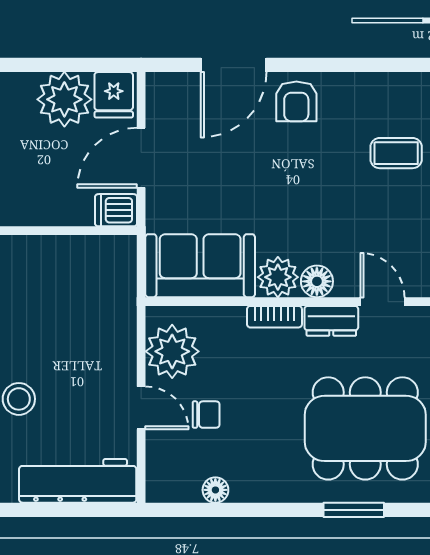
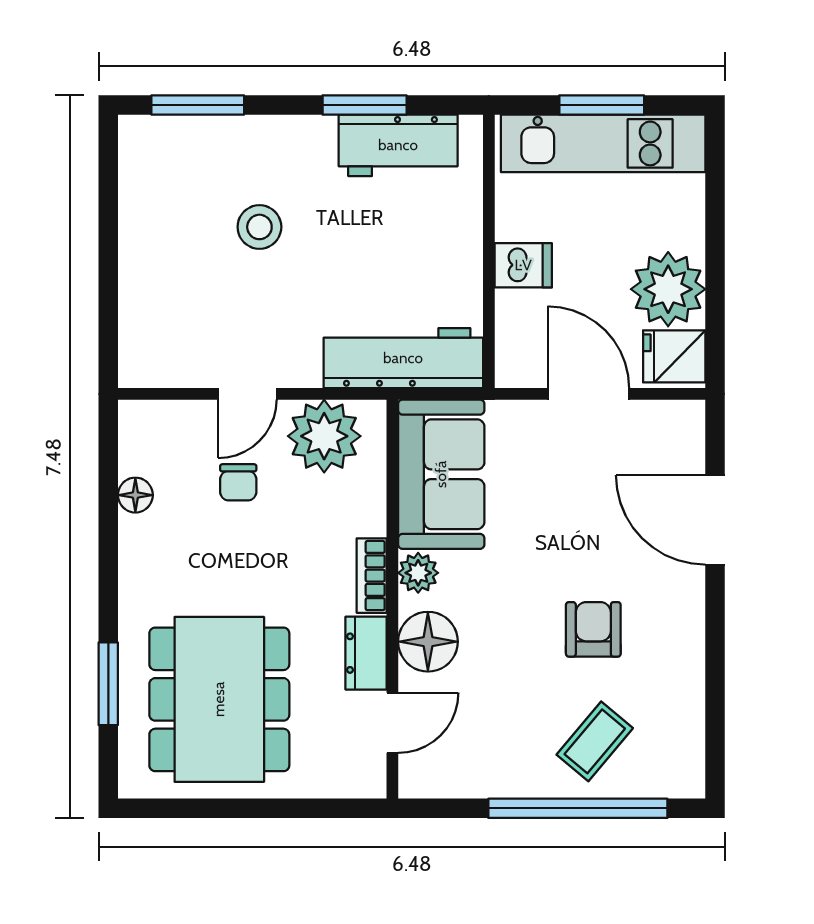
armchair: (296, 101) -> (593, 629), moved, turned 90
coffee table: (396, 153) -> (595, 741), turned 40
dishwasher: (116, 210) -> (523, 265), moved, turned 90
plant: (278, 277) -> (418, 573), width x0.73, depth x0.73
floor lamp: (317, 281) -> (428, 642), width x1.38, depth x1.38
workbench: (78, 481) -> (403, 358), moved, turned -90

